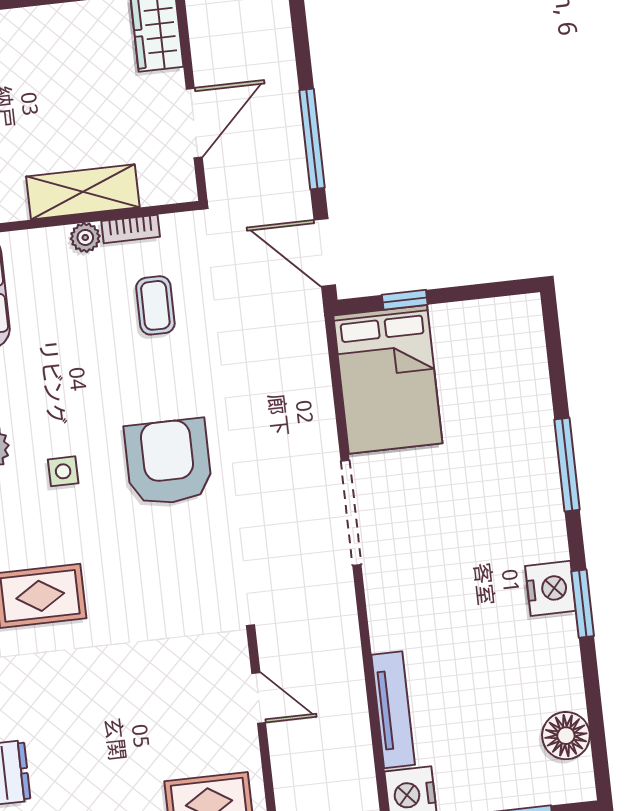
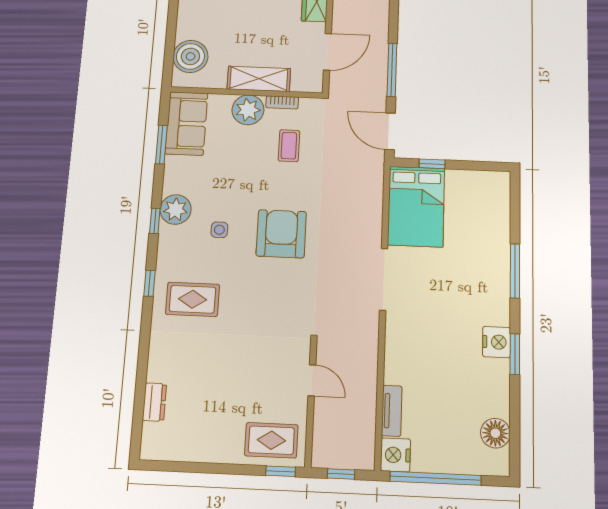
plant: (85, 237) -> (248, 110), width x1.87, depth x1.87
tv unit: (393, 710) -> (392, 411), width x0.71

